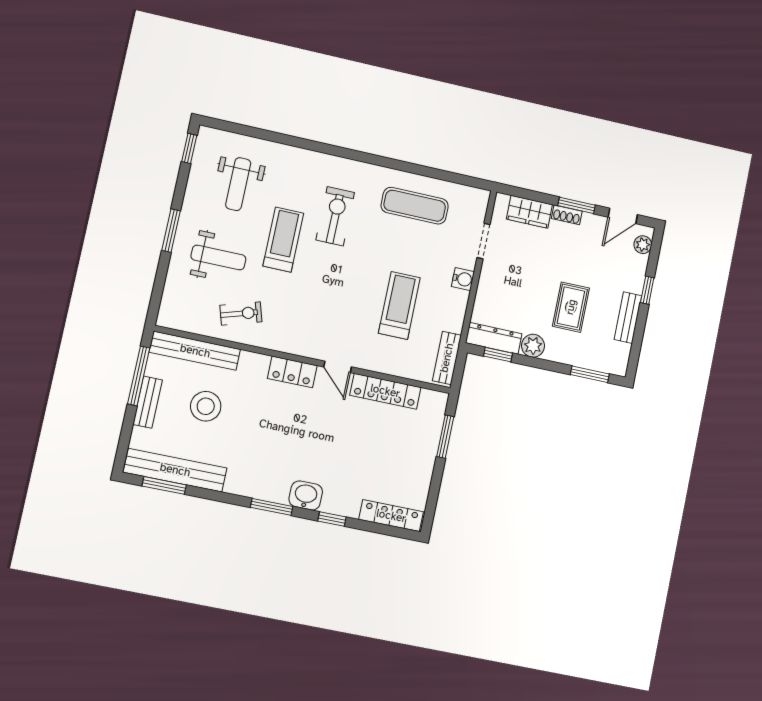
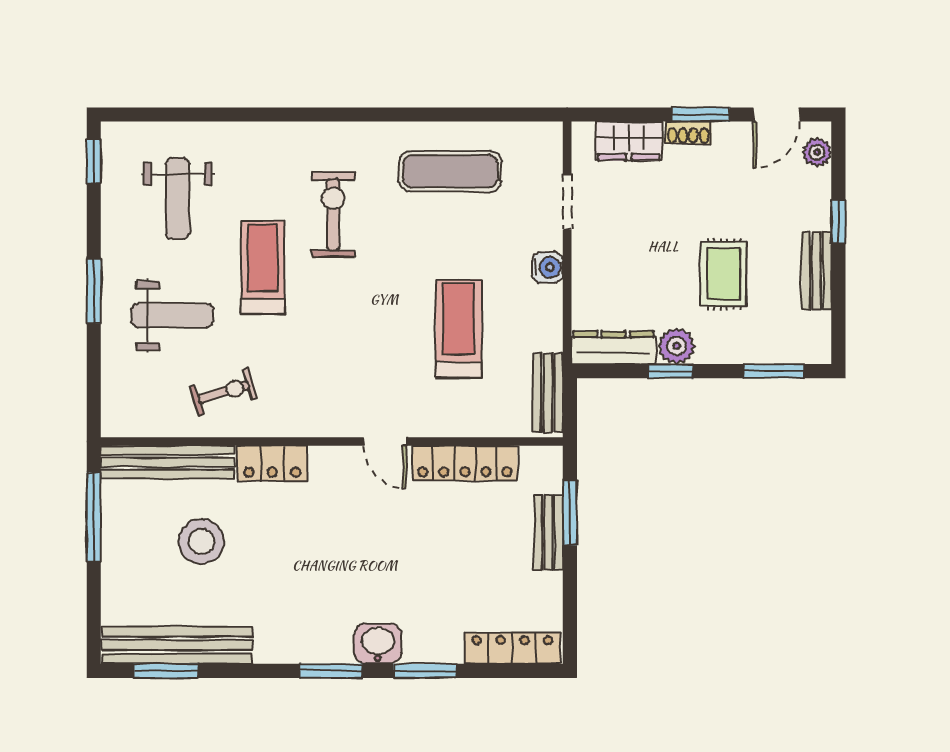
window: (498, 355) -> (671, 371), moved
locker: (292, 372) -> (272, 463), moved
bench: (148, 402) -> (549, 532), moved
window: (332, 519) -> (425, 671), width x1.50

